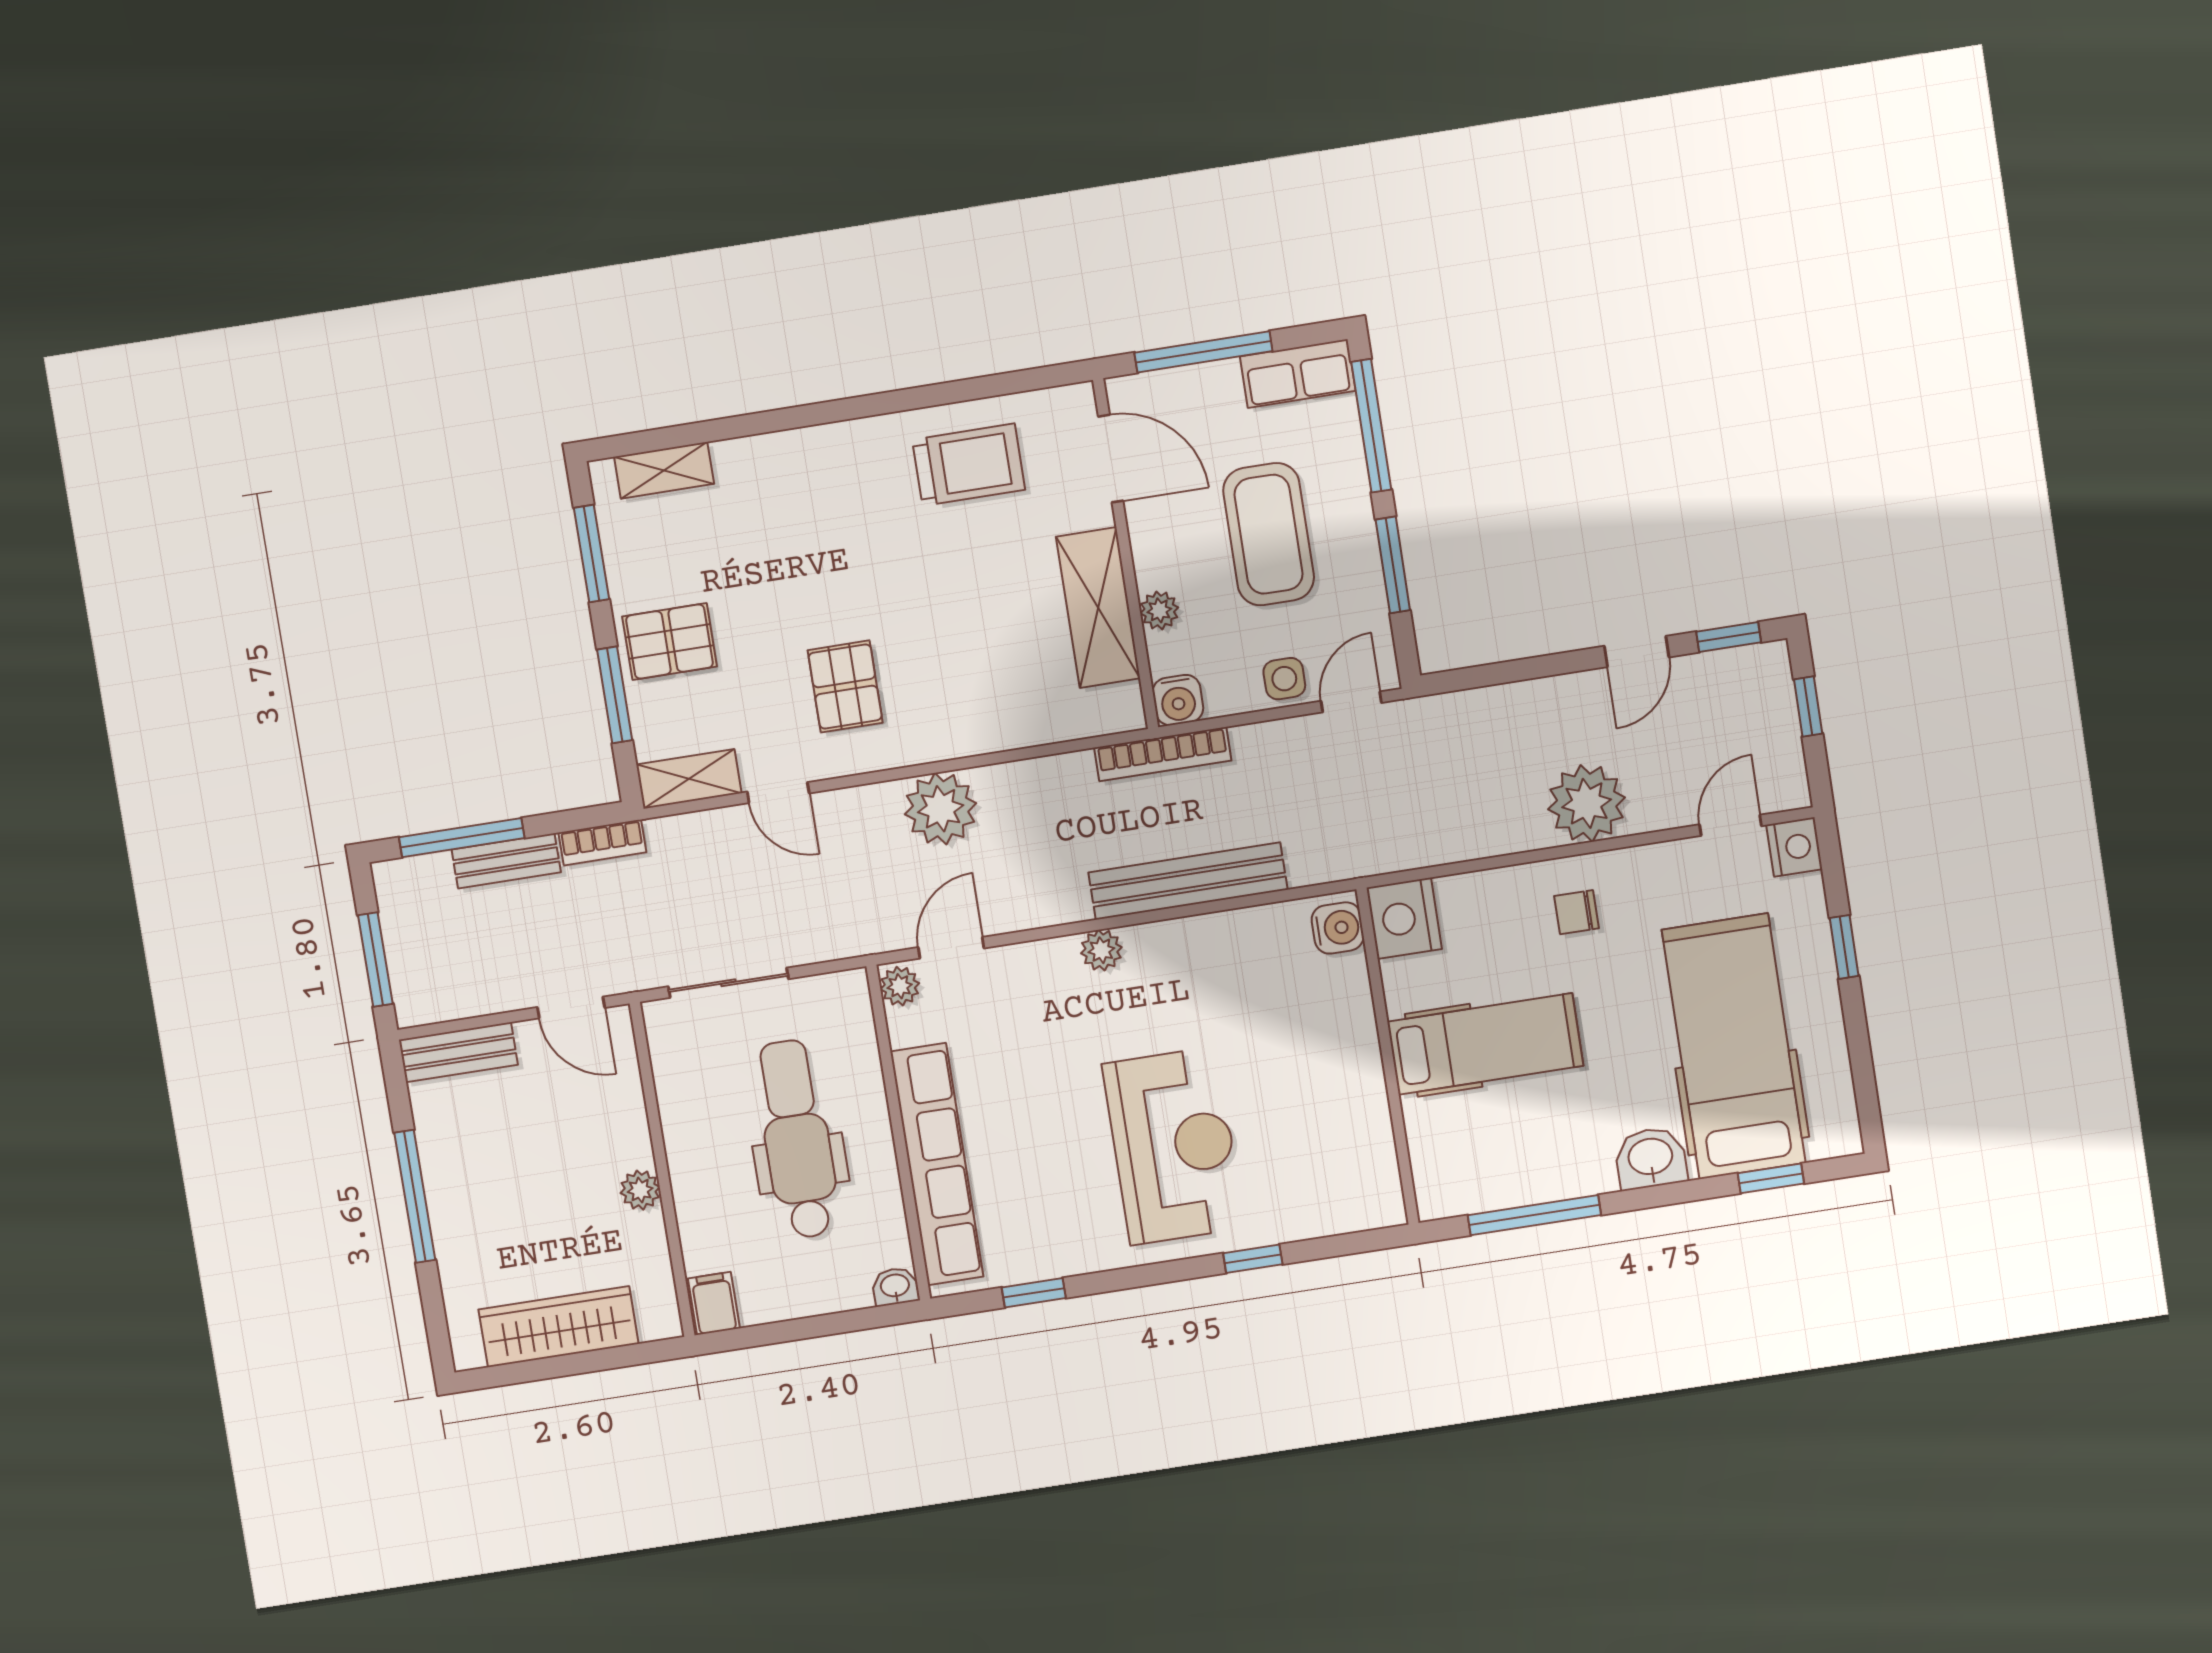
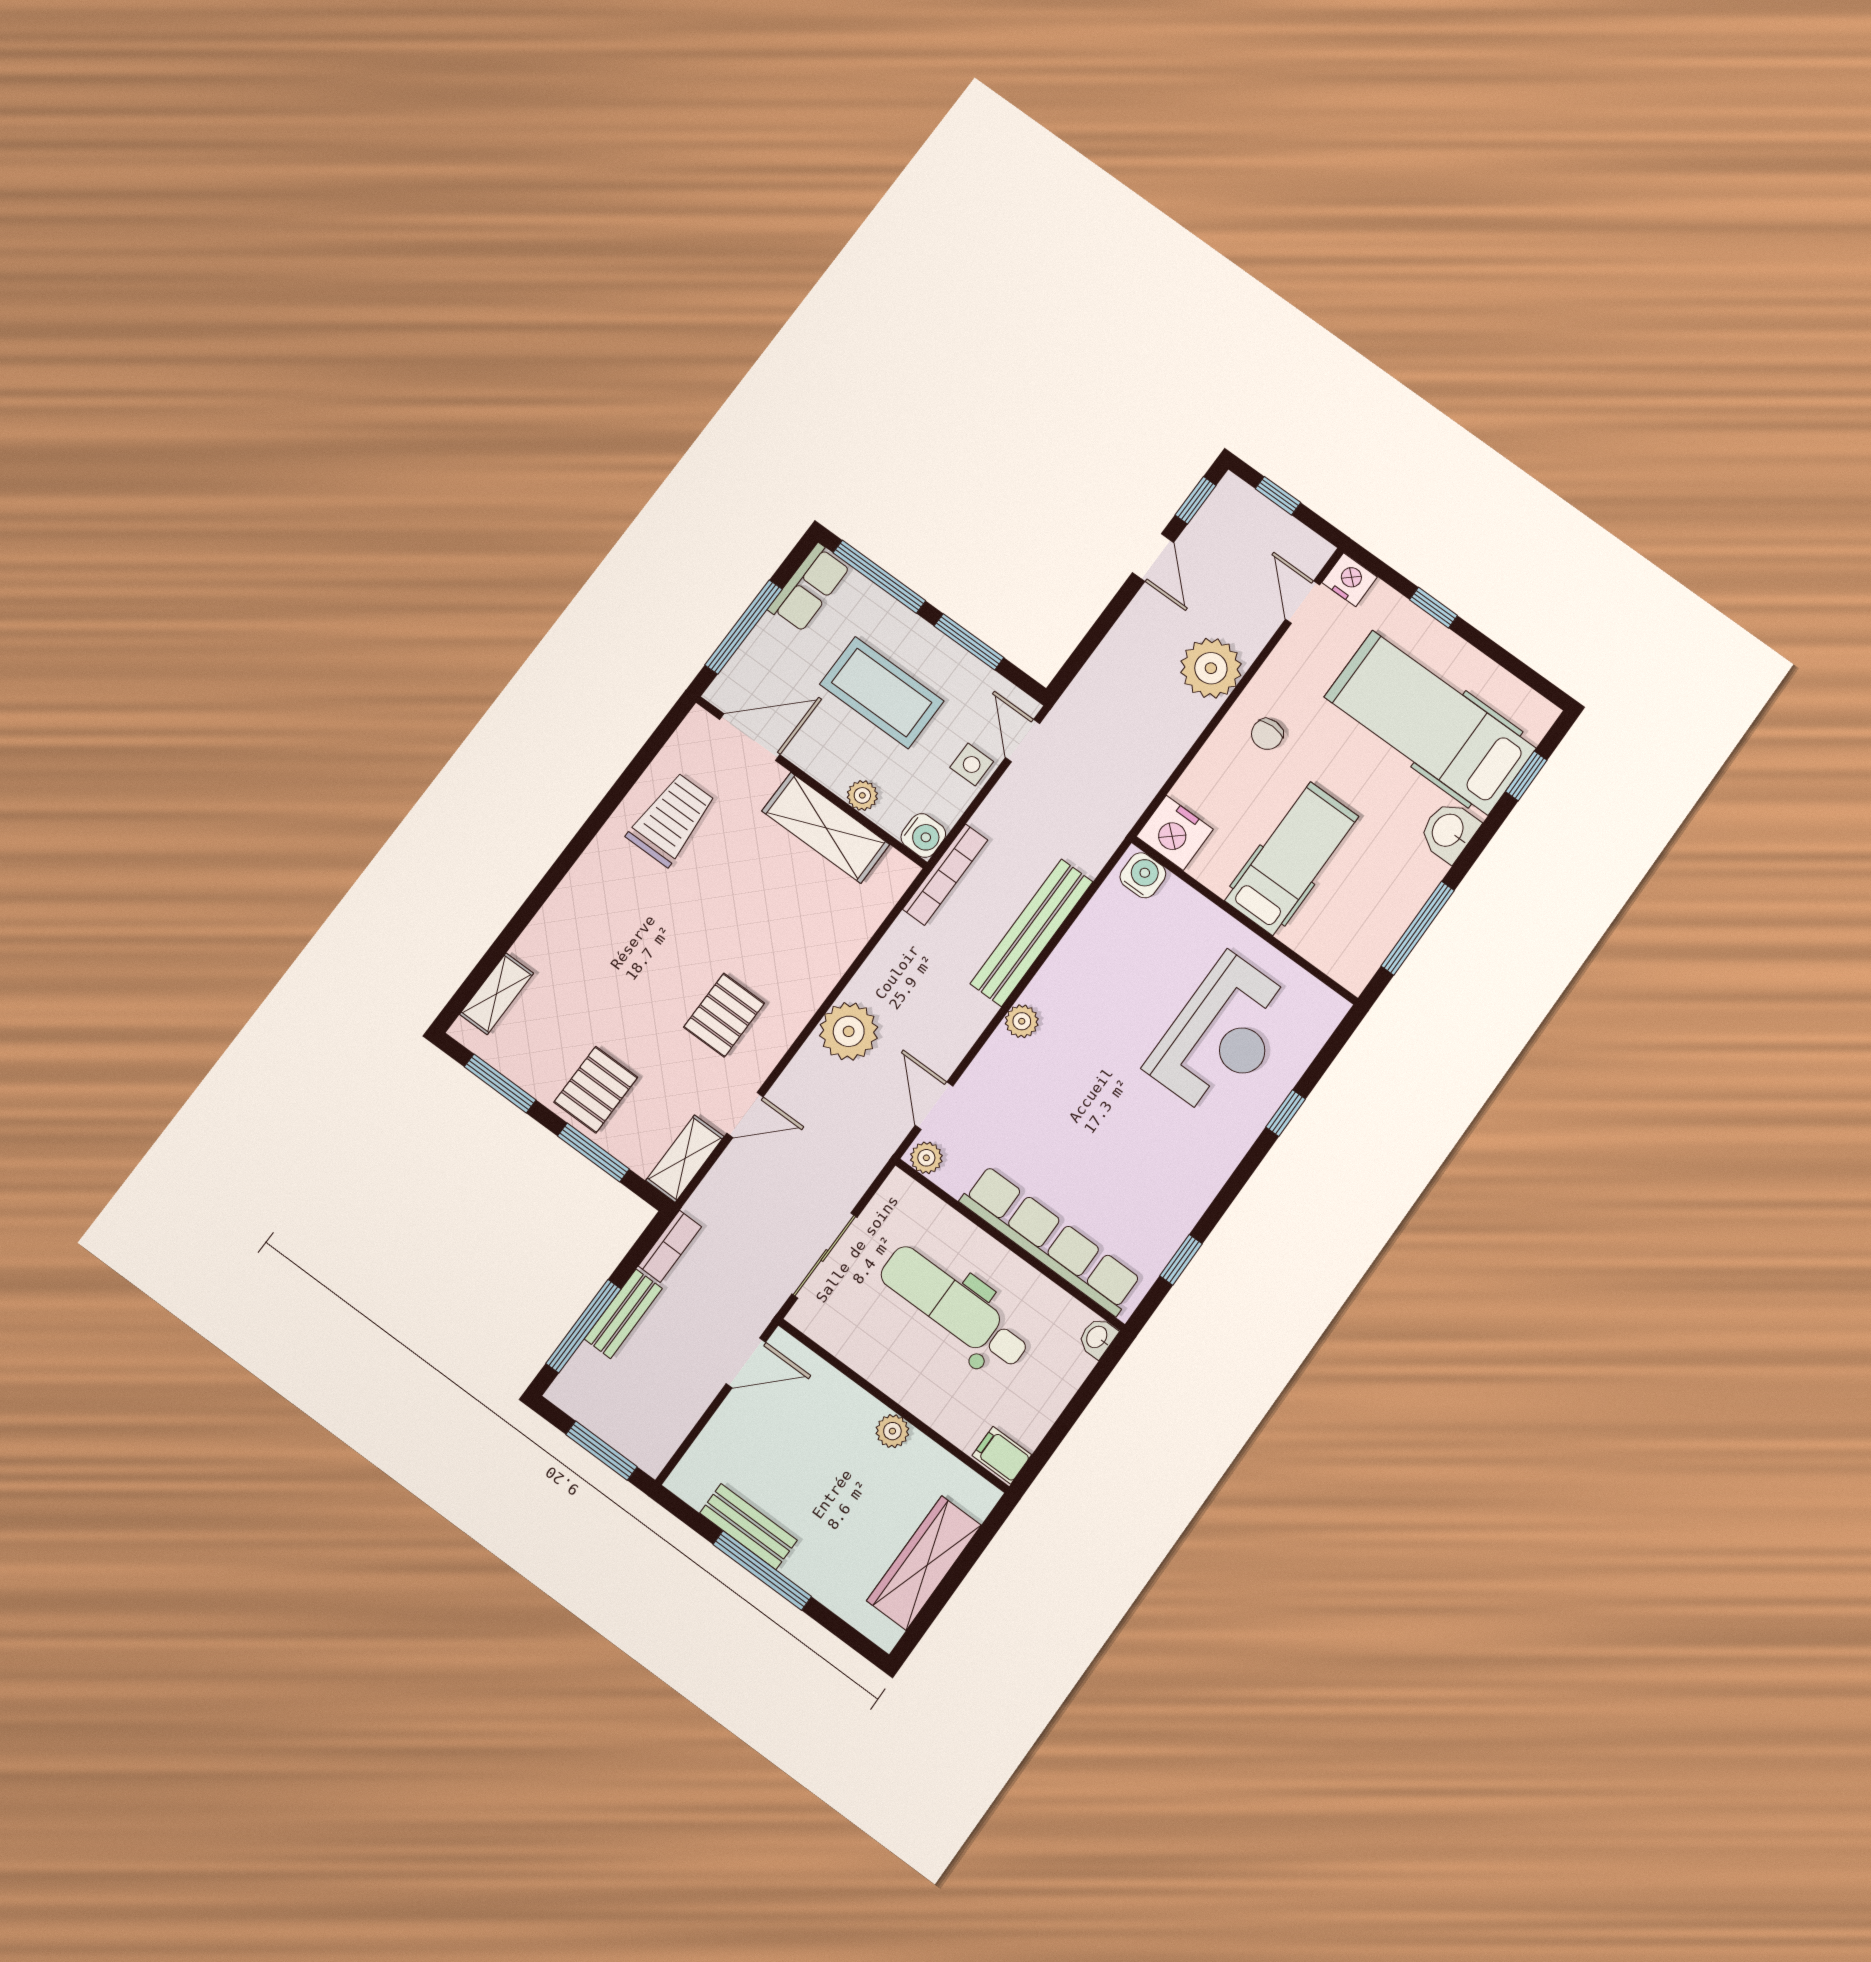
pallet: (845, 686) -> (724, 1015), turned 90
bench: (458, 1052) -> (748, 1527), moved, turned 90
reception desk: (1173, 1146) -> (1222, 1036), moved, turned 90

